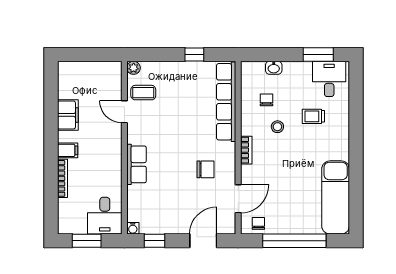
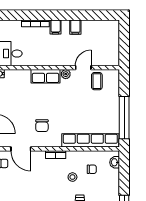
window: (194, 55) -> (124, 118), width x3.17
plant: (134, 68) -> (66, 74), moved
washbasin: (274, 68) -> (115, 162), moved
filing cabinet: (68, 115) -> (75, 27), width x0.50

